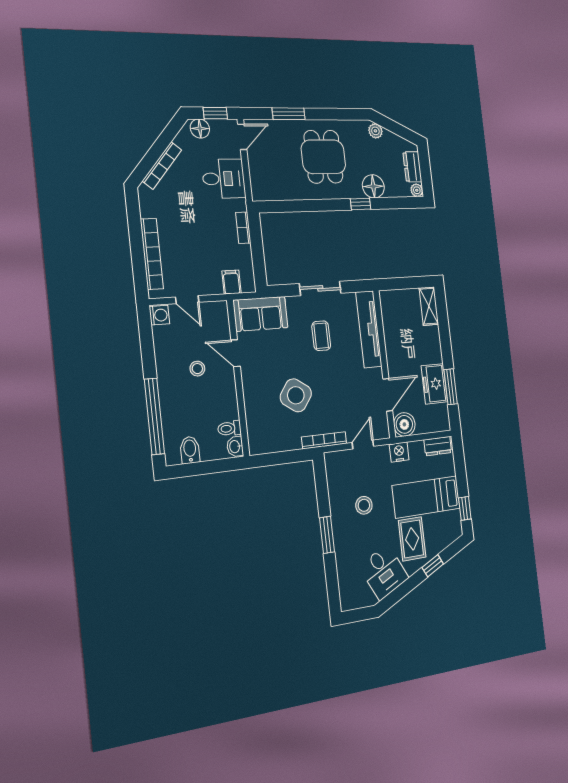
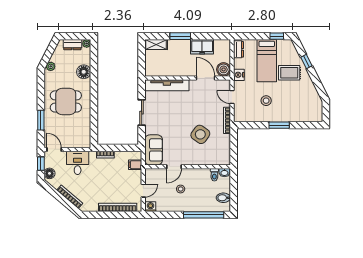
window: (361, 204) -> (94, 81), removed
coffee table: (321, 336) -> (168, 115), removed
window: (451, 387) -> (180, 36), moved
desk: (384, 572) -> (305, 93), removed

